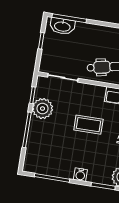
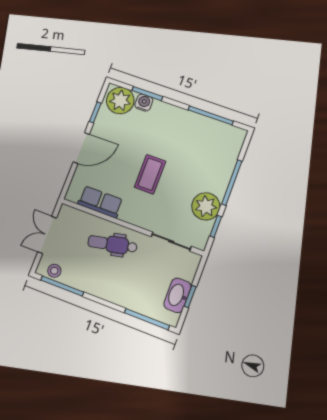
washbasin: (62, 26) -> (177, 295), moved, turned -90
coffee table: (88, 125) -> (150, 174), turned 90
water cooler: (80, 175) -> (144, 103), moved

